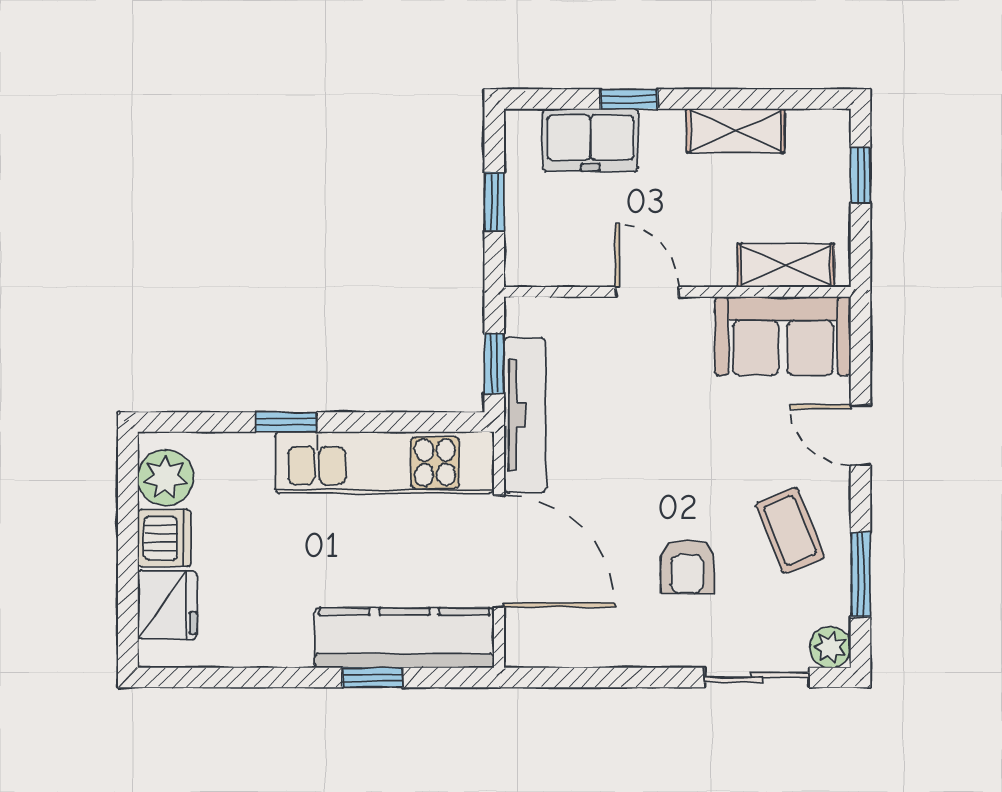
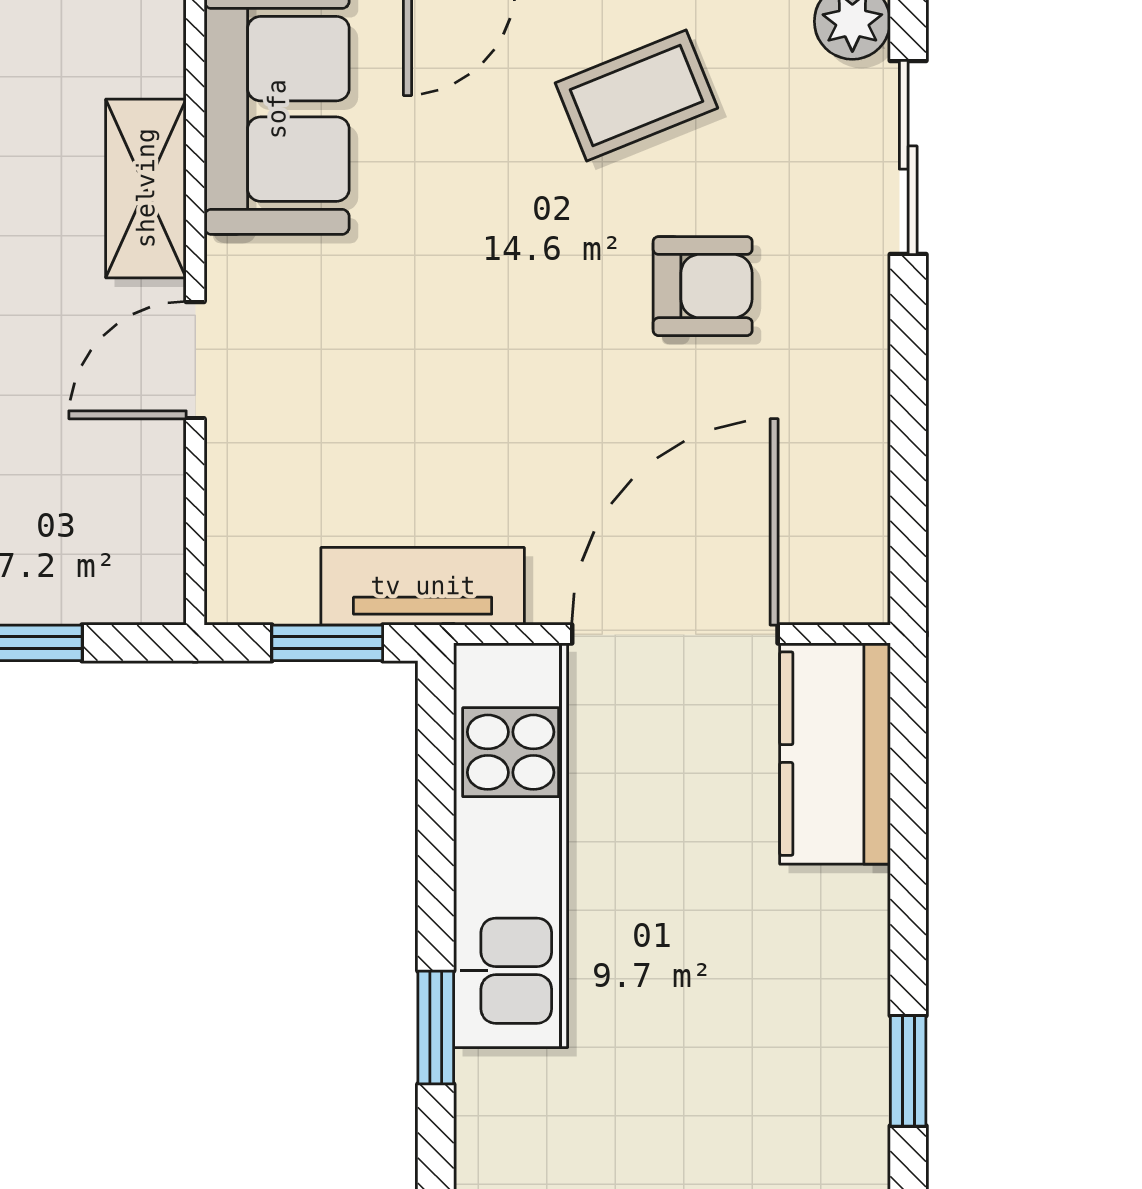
shelving: (786, 265) -> (146, 188), moved
tv unit: (525, 415) -> (423, 586), width x0.71
kitchen counter: (404, 638) -> (835, 754), width x0.67
window: (372, 677) -> (908, 1071), moved

